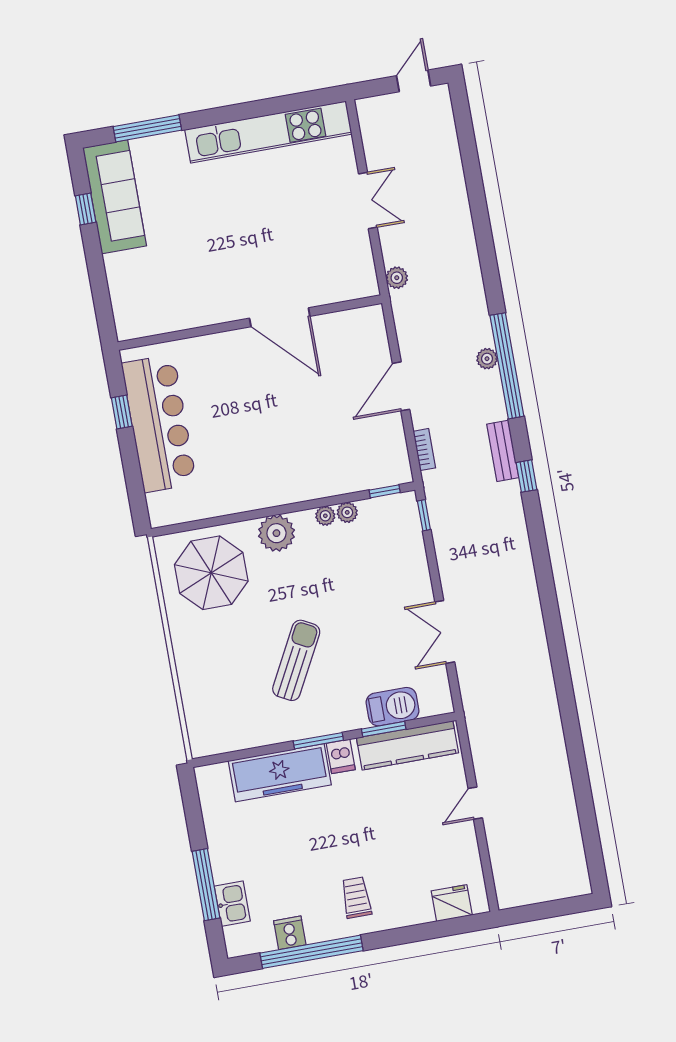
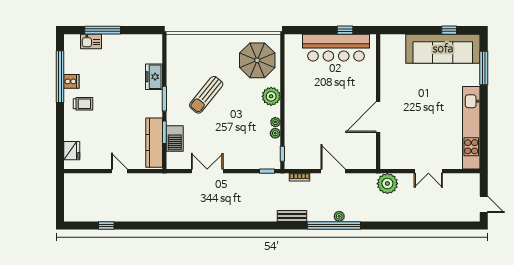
sofa: (115, 197) -> (443, 49), width x1.36, depth x1.27
plant: (397, 278) -> (387, 184), width x1.88, depth x1.88
window: (527, 476) -> (106, 226), moved
sun lounger: (296, 660) -> (206, 95), turned 101
dishwasher: (341, 756) -> (155, 108), removed
freezer: (280, 773) -> (154, 77), width x0.52, depth x0.79
cooker: (290, 933) -> (71, 81), moved

